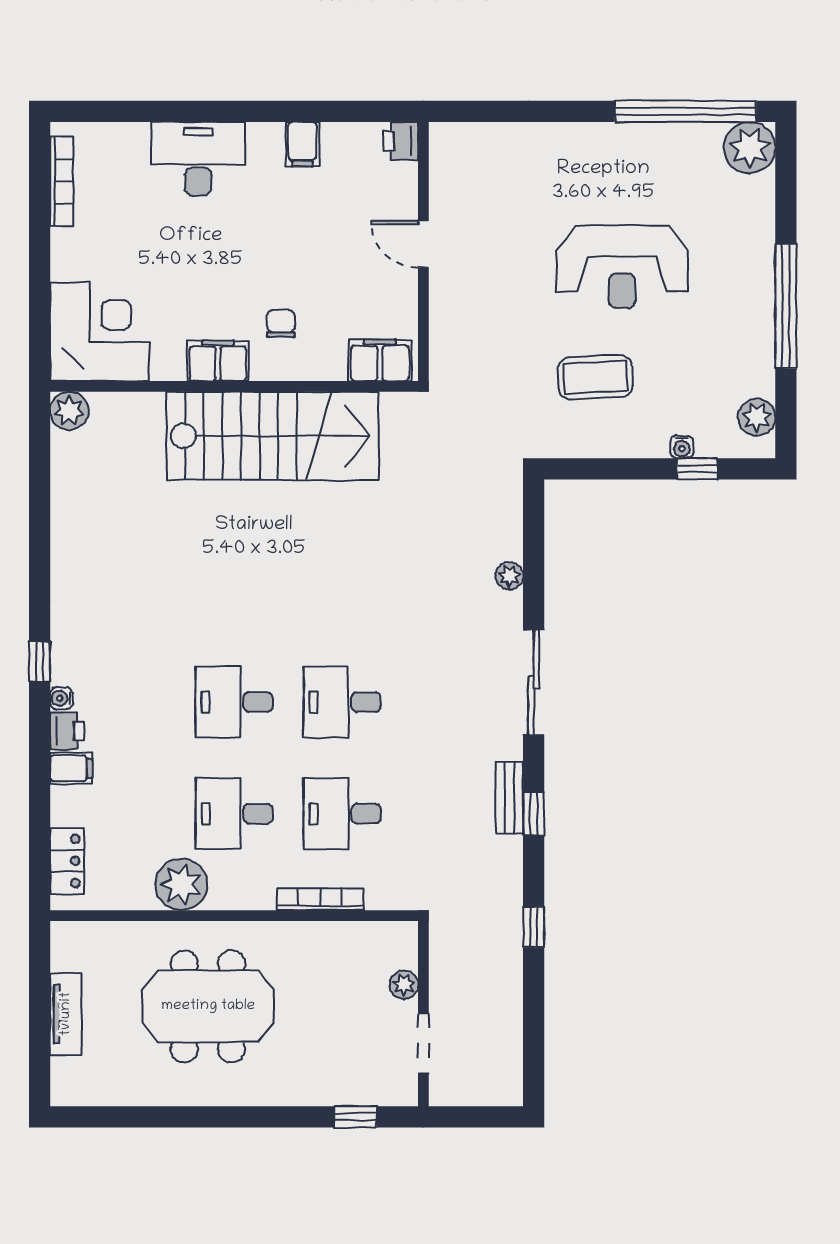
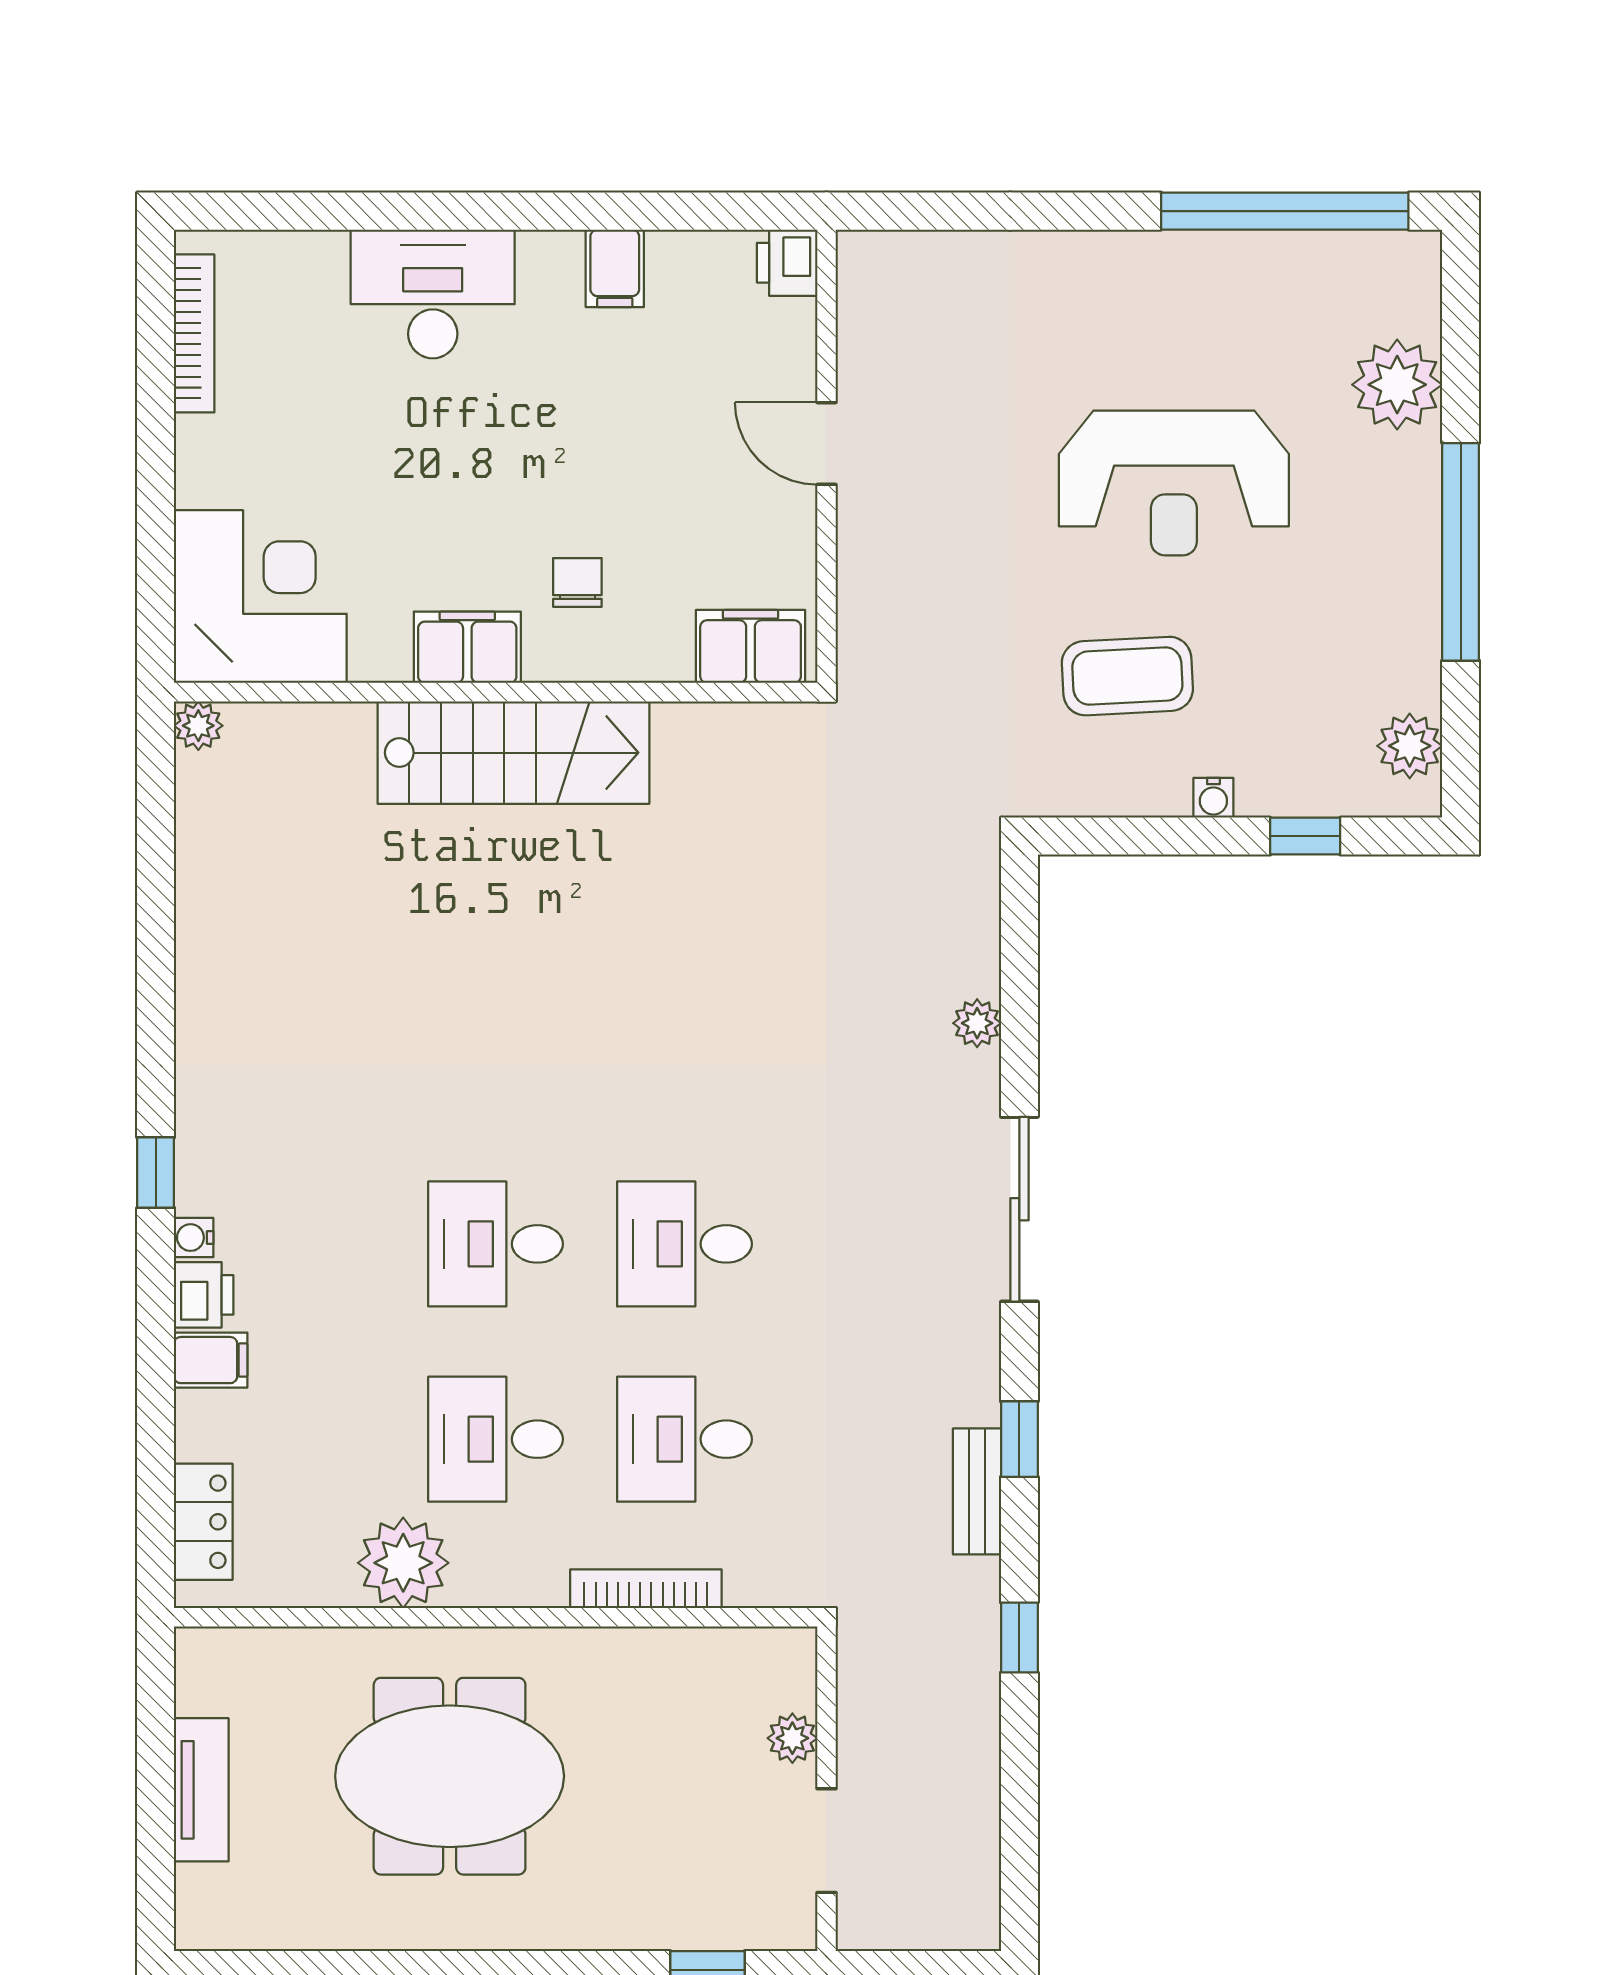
plant: (750, 148) -> (1397, 385), moved
plant: (69, 411) -> (198, 726), width x0.73, depth x0.73
stairs: (273, 436) -> (513, 753), width x0.73, depth x0.66
water cooler: (682, 447) -> (1213, 798), moved
bench: (509, 798) -> (977, 1491), moved

